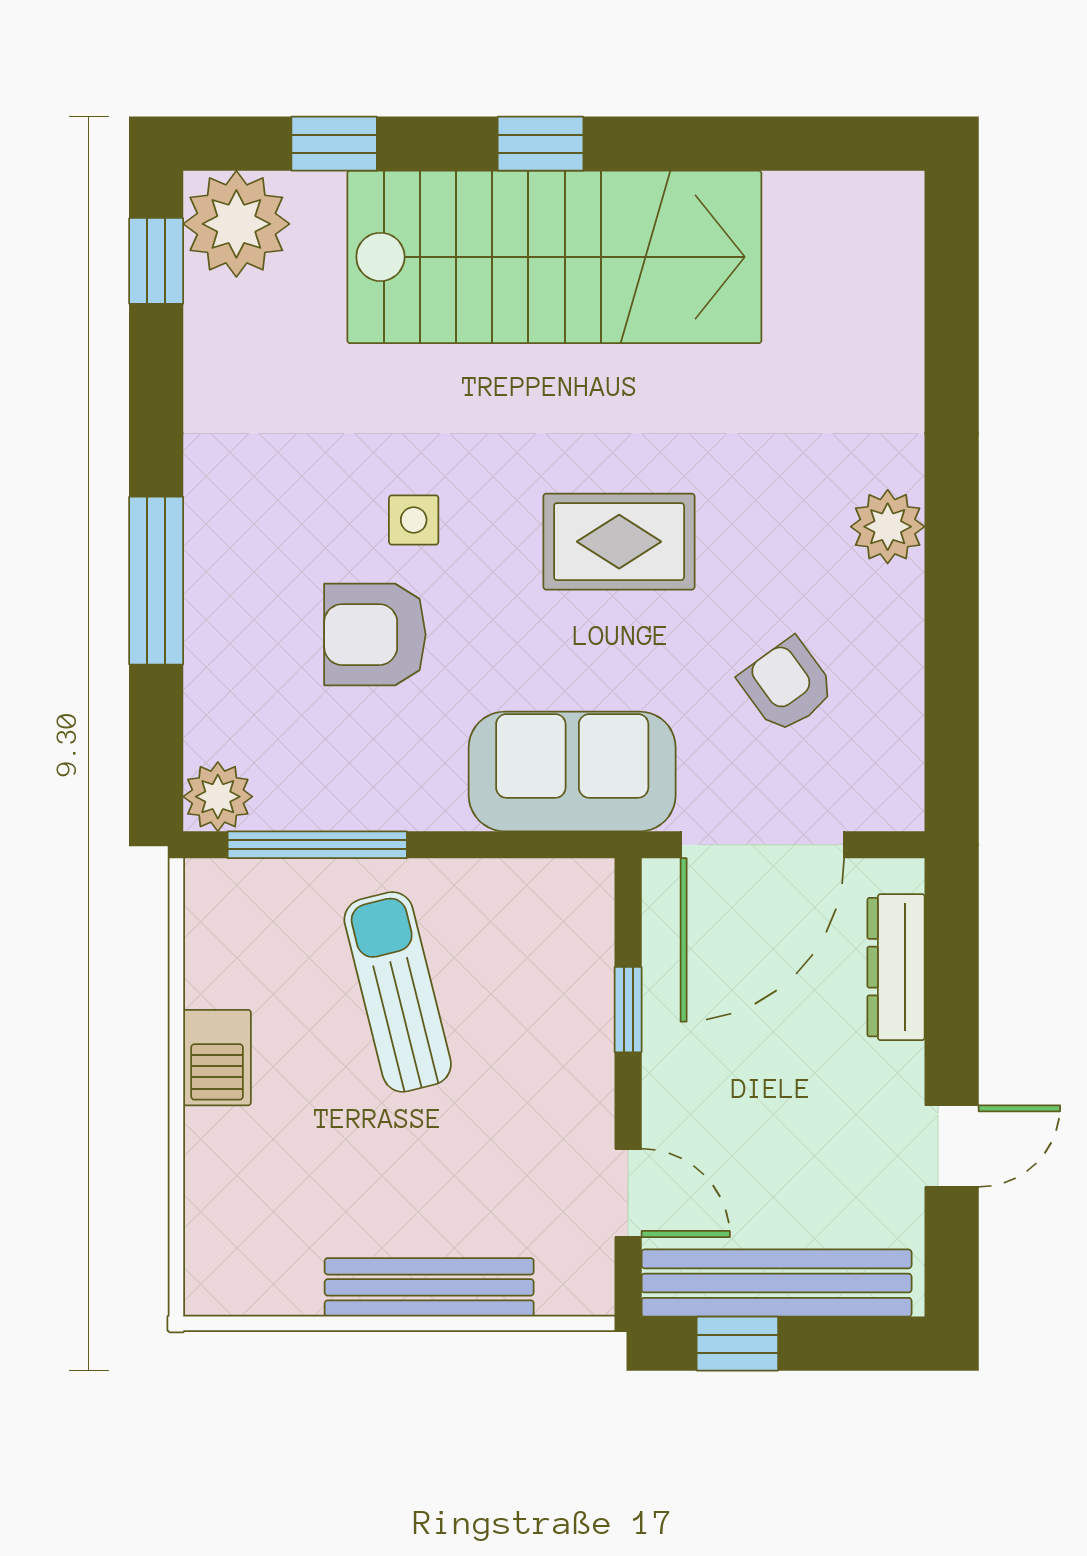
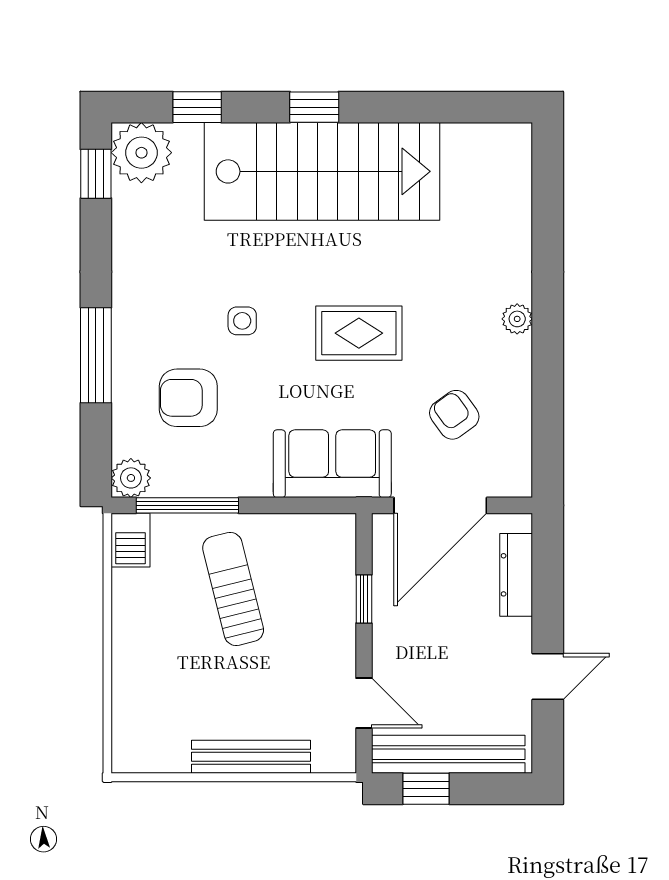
plant: (888, 527) -> (517, 319), width x0.73, depth x0.73
armchair: (375, 635) -> (188, 398), moved
barbecue: (217, 1058) -> (131, 540), moved

